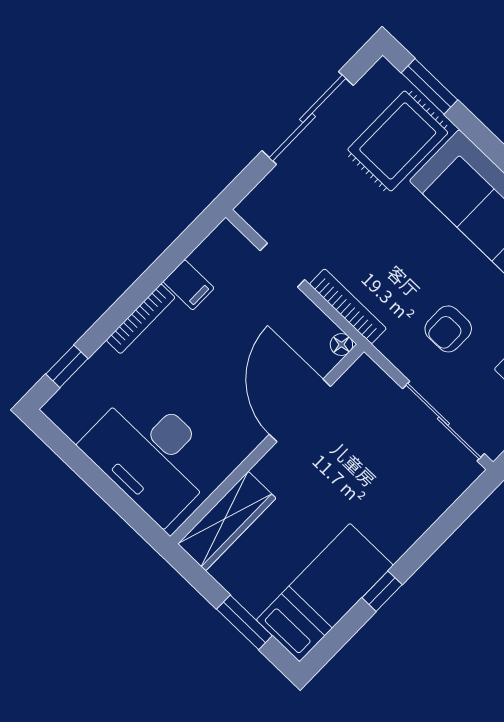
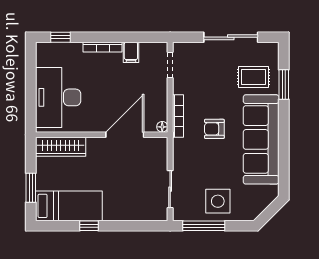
window: (429, 86) -> (284, 84), moved
rug: (398, 141) -> (254, 77), width x0.73, depth x0.70
doorway: (282, 265) -> (170, 65), moved
armchair: (448, 329) -> (214, 129), moved
sliding door: (443, 421) -> (170, 189), width x0.73

